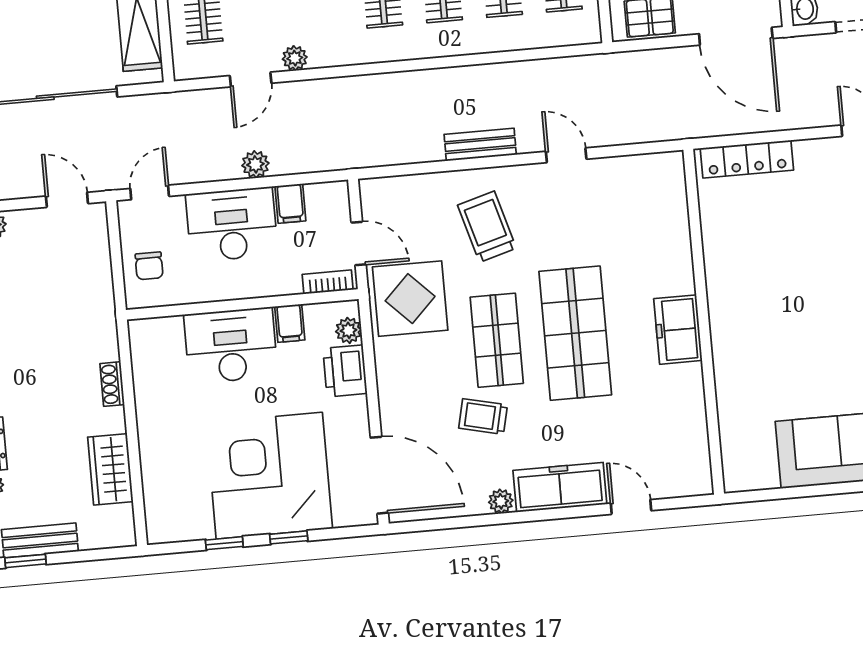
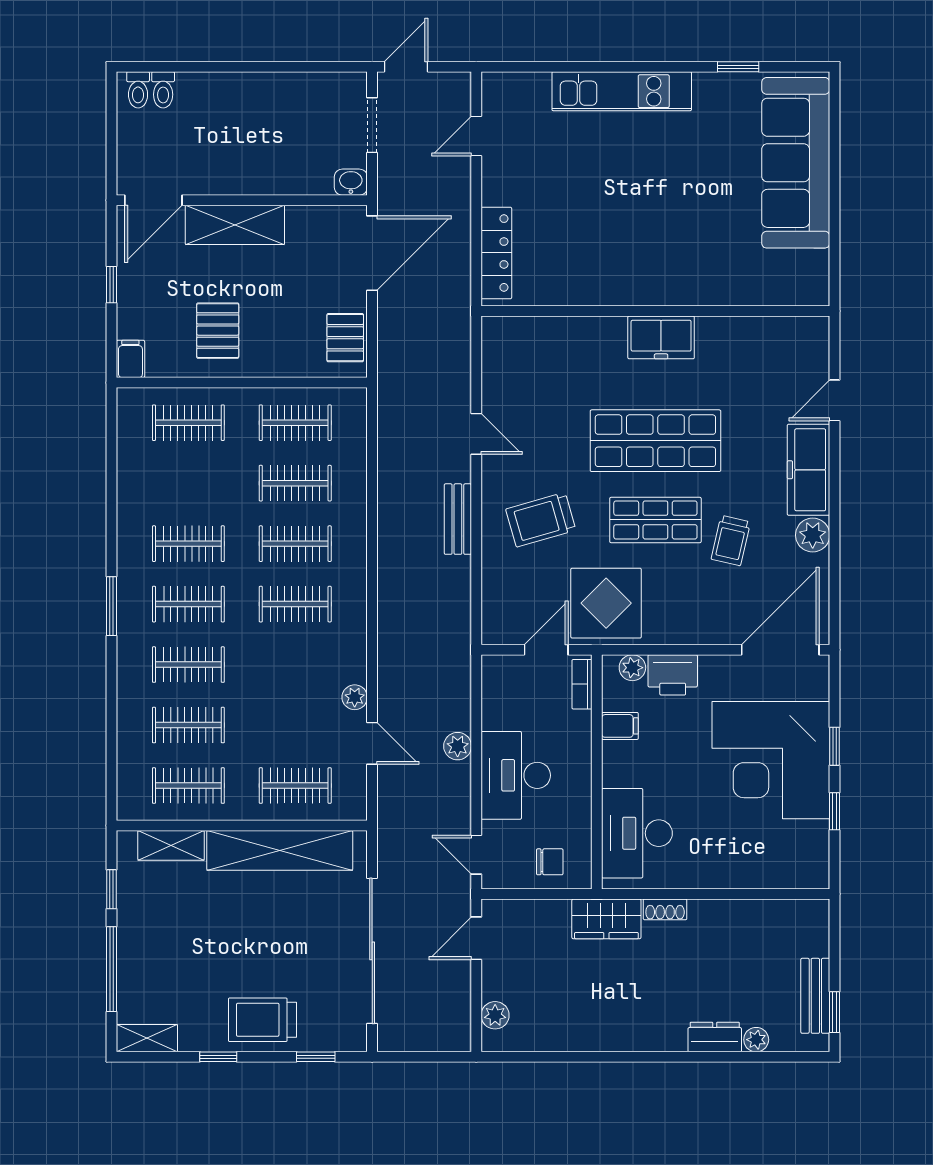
door: (566, 155) -> (476, 434), swing flipped
filing cabinet: (290, 203) -> (500, 715), removed
desk: (231, 345) -> (637, 833), moved
wardrobe: (110, 469) -> (606, 919), moved
plant: (501, 501) -> (813, 535), width x1.38, depth x1.38

